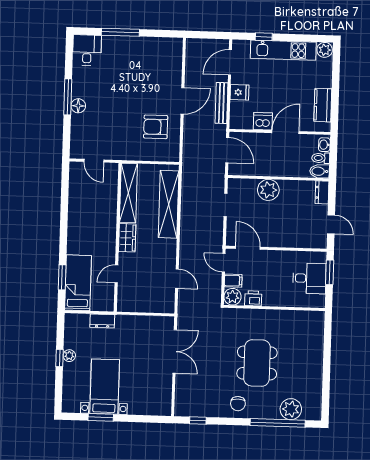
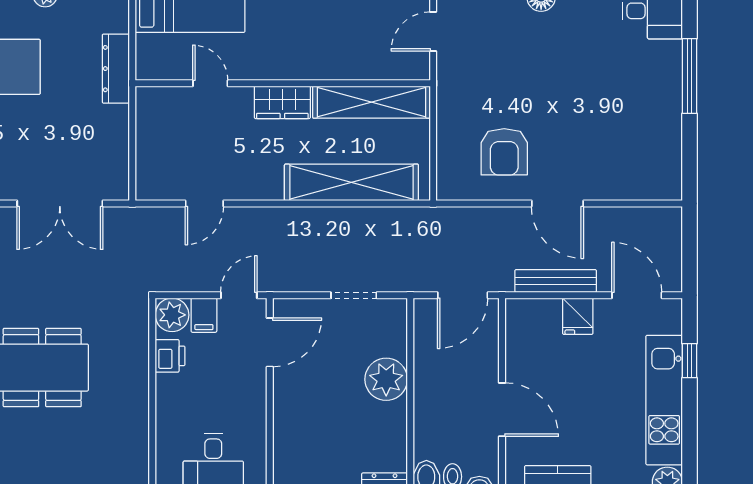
dishwasher: (263, 121) -> (522, 364), removed
armchair: (156, 127) -> (504, 152), turned 180
dresser: (102, 321) -> (116, 69), width x1.44

